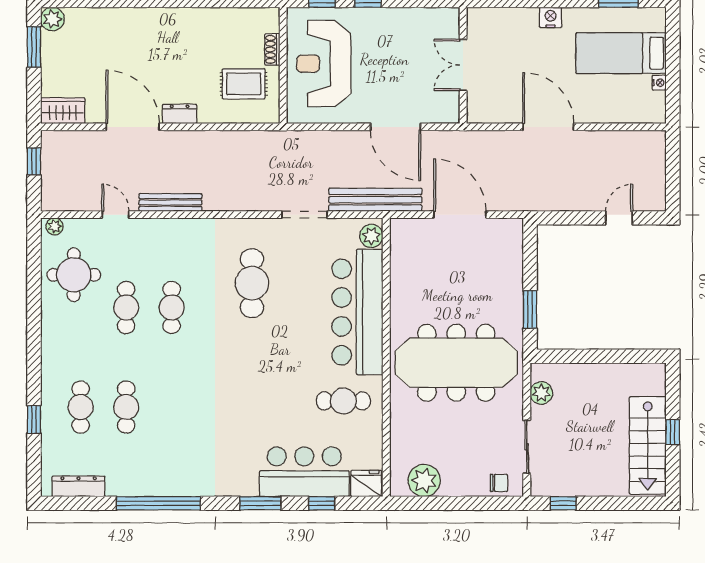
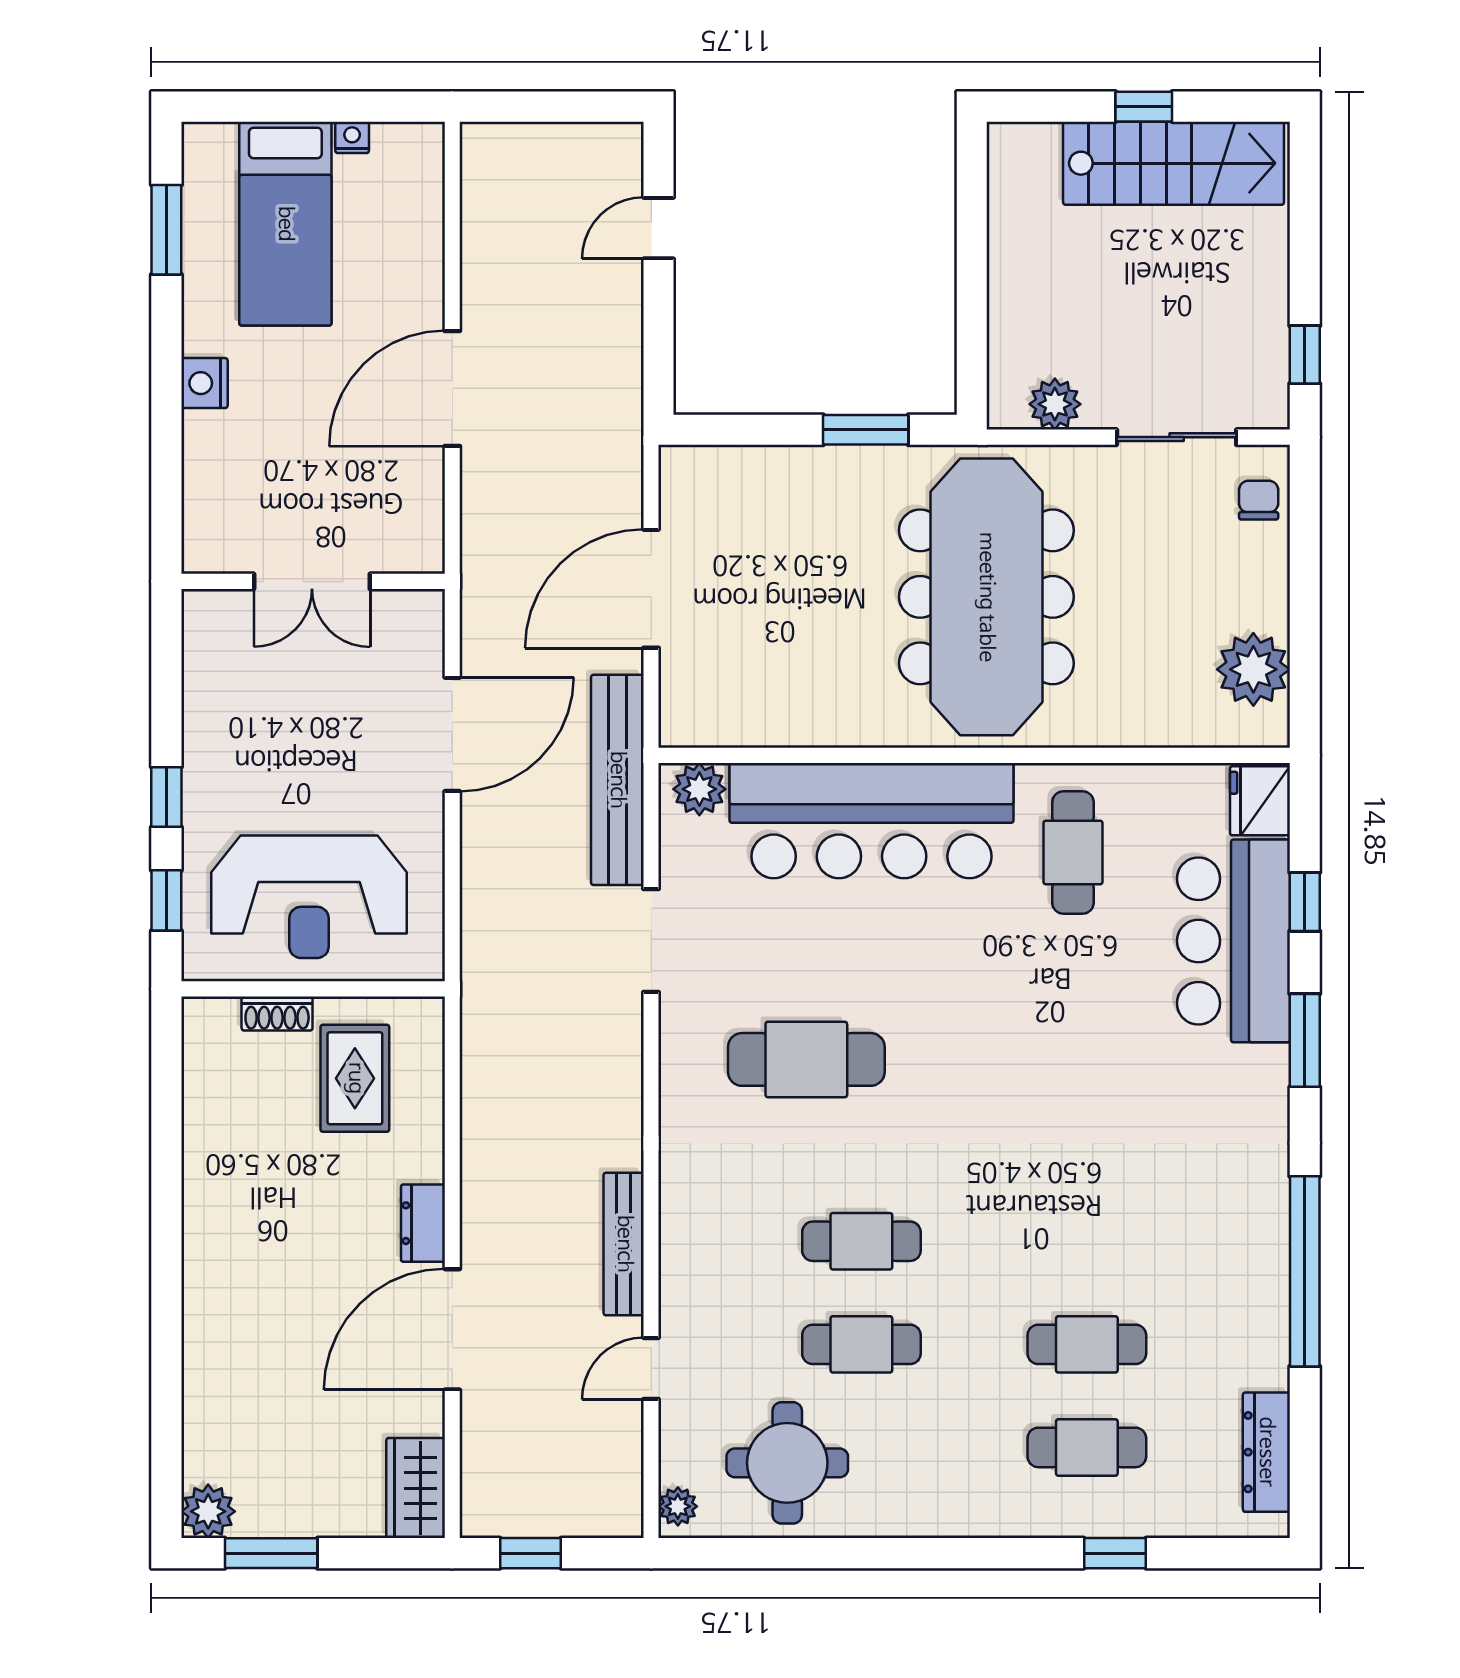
door: (619, 218) -> (658, 228), hinge flipped

